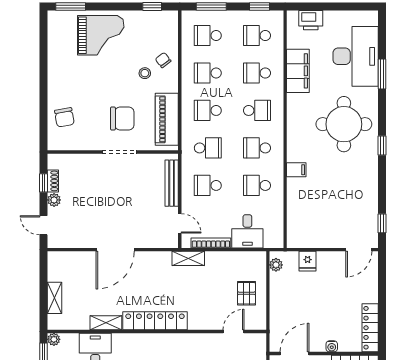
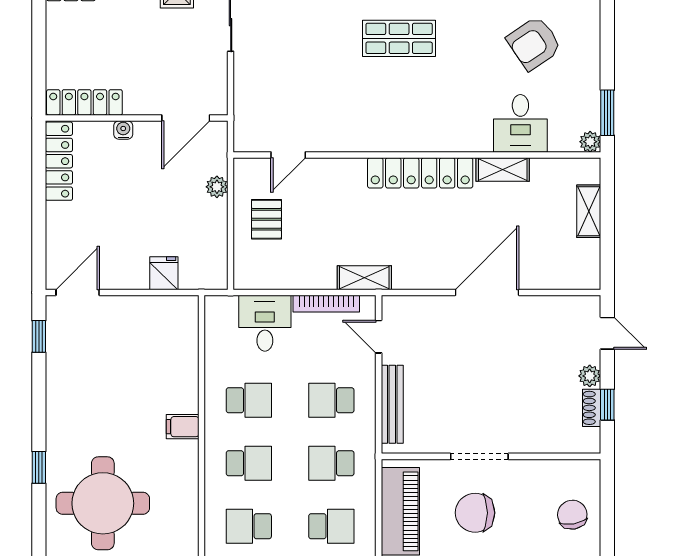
school desk: (208, 185) -> (331, 400), turned 180
plant: (276, 265) -> (217, 187), moved

